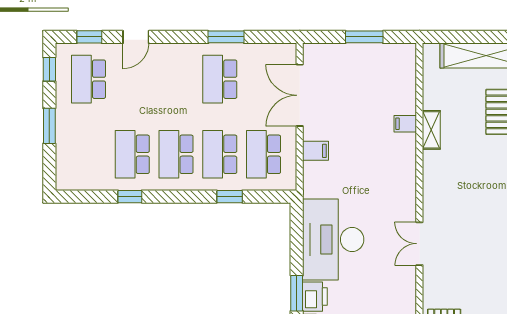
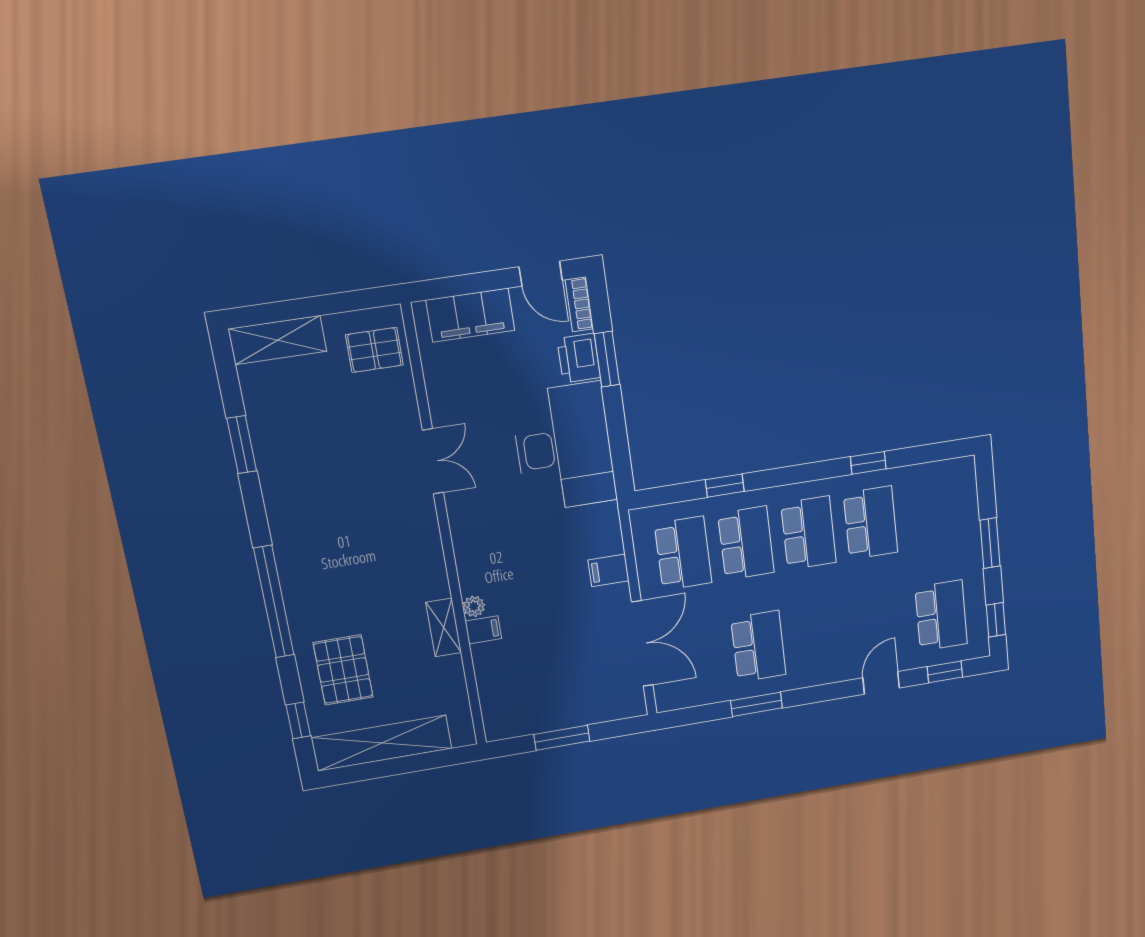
plant: (409, 141) -> (474, 606), added

